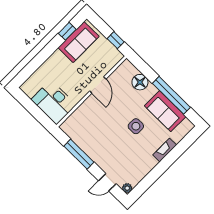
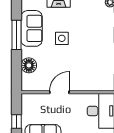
window: (116, 40) -> (17, 121), moved
window: (171, 95) -> (17, 35), width x0.68

